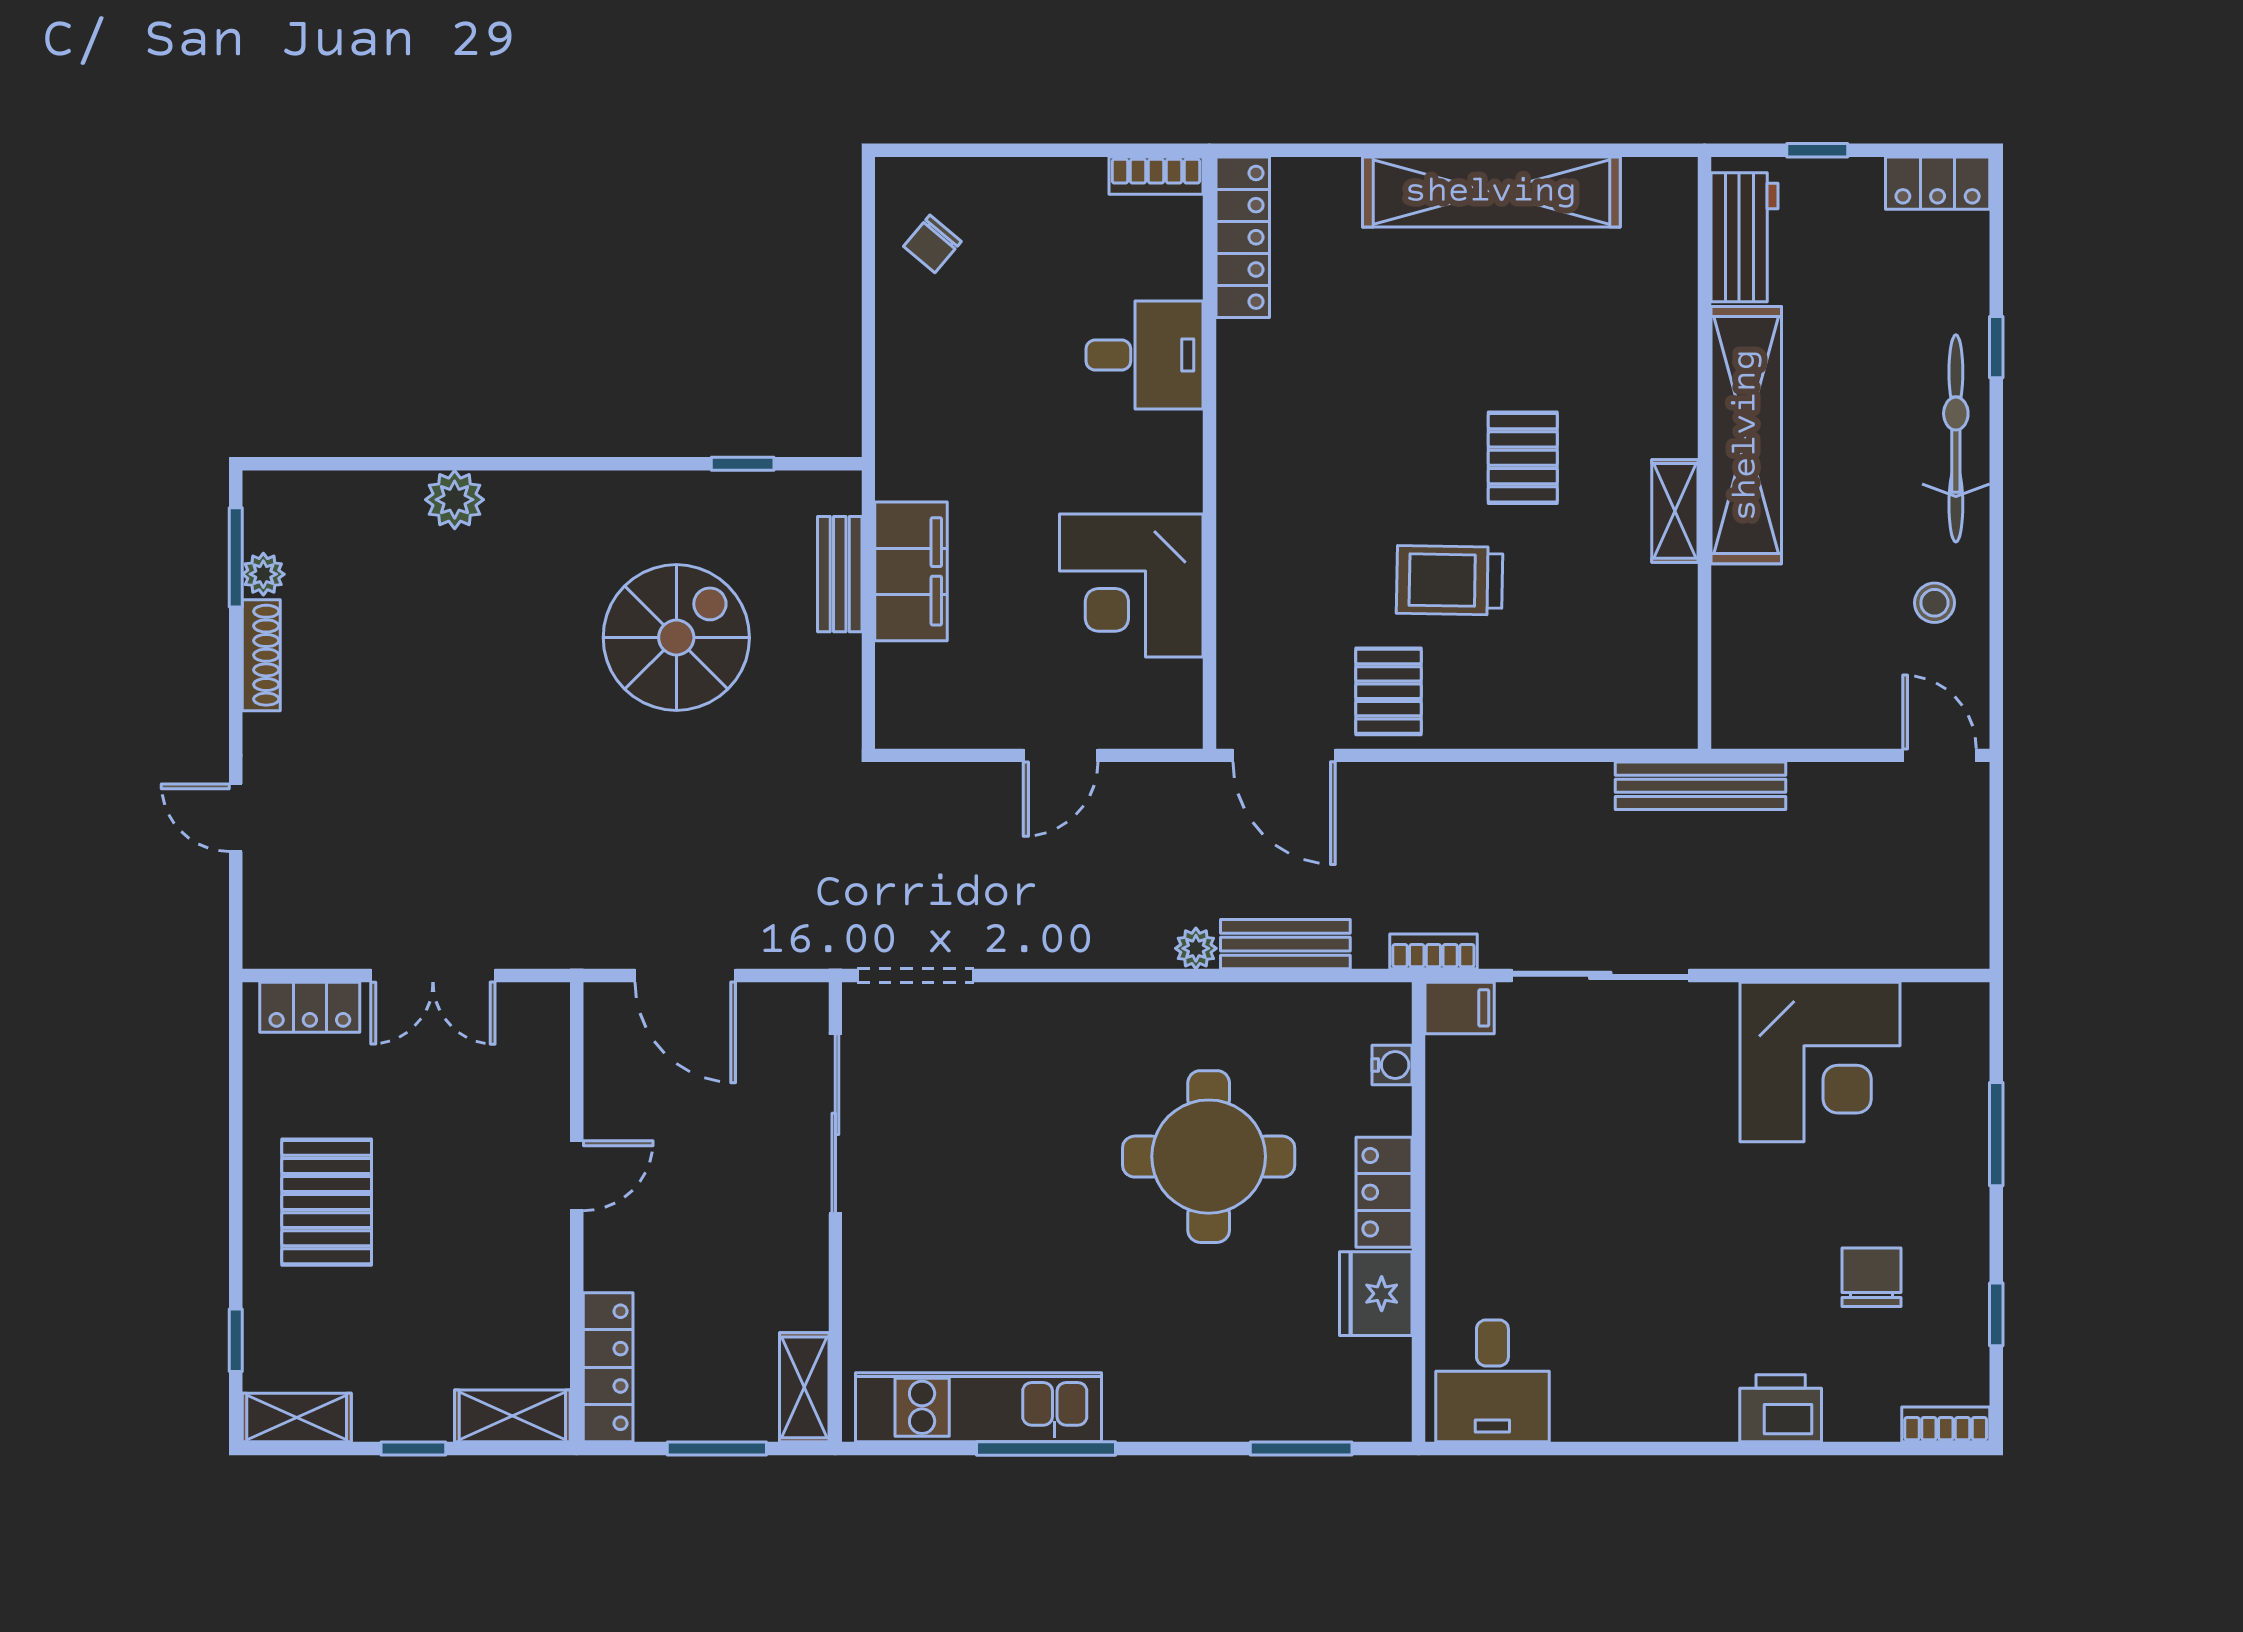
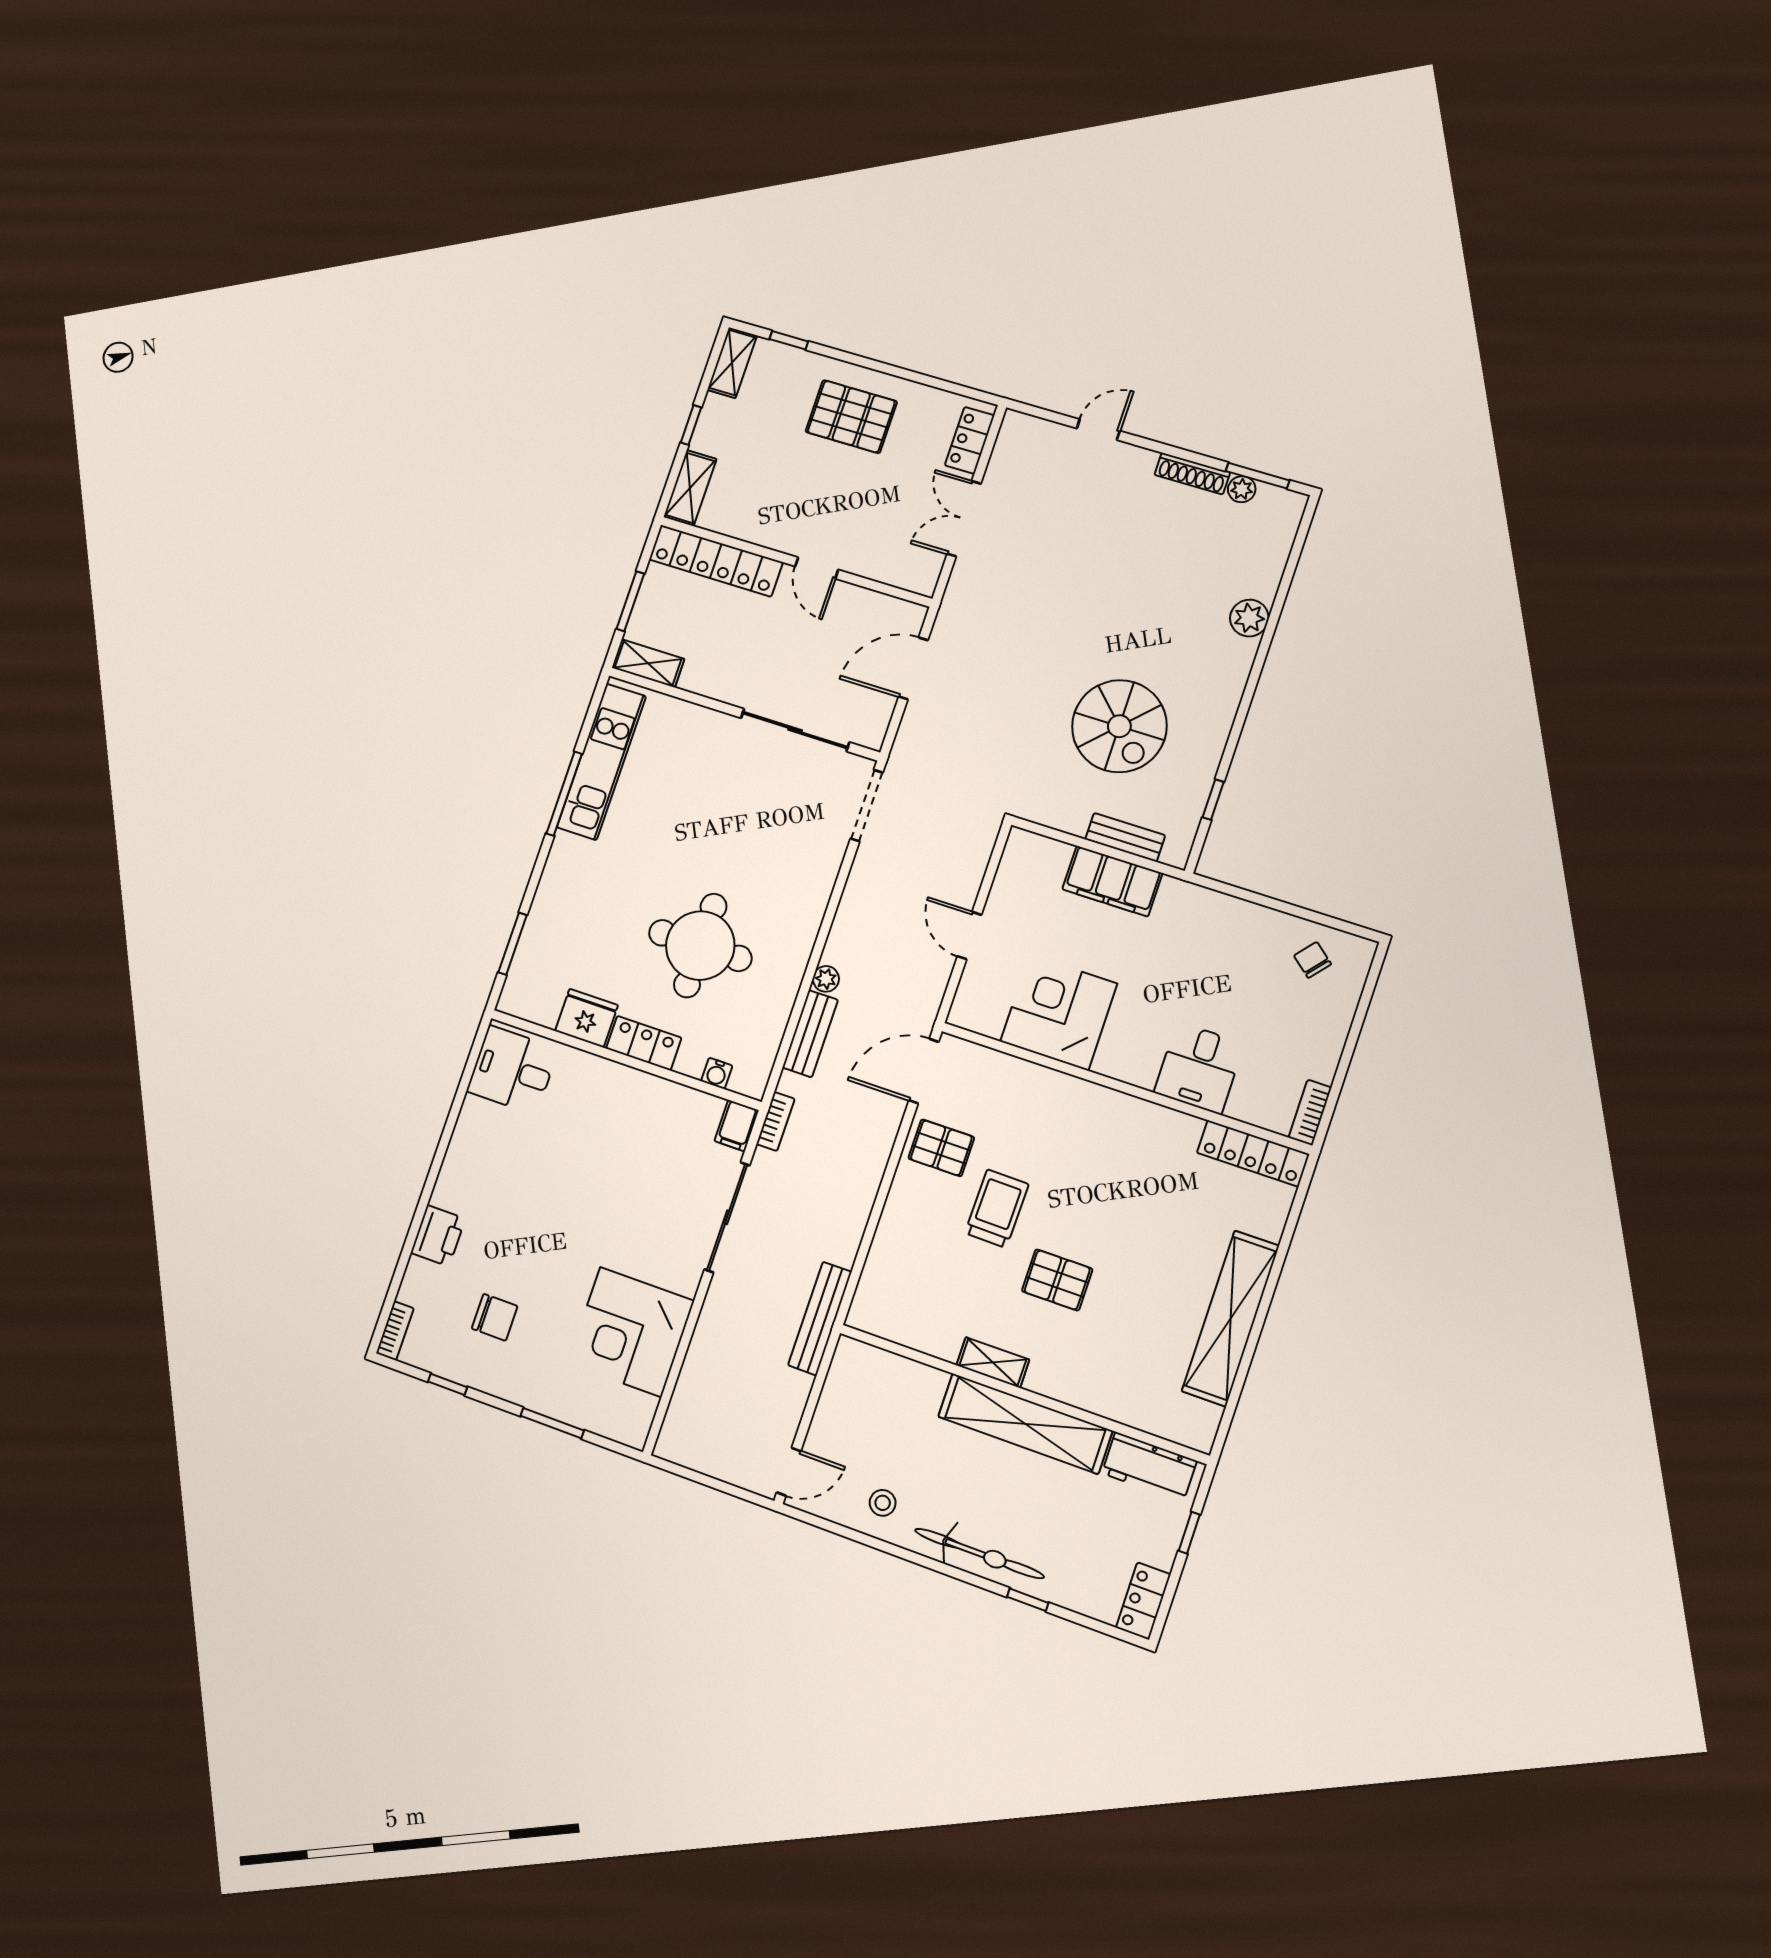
locker: (608, 1367) -> (716, 561), width x1.41, depth x1.21

